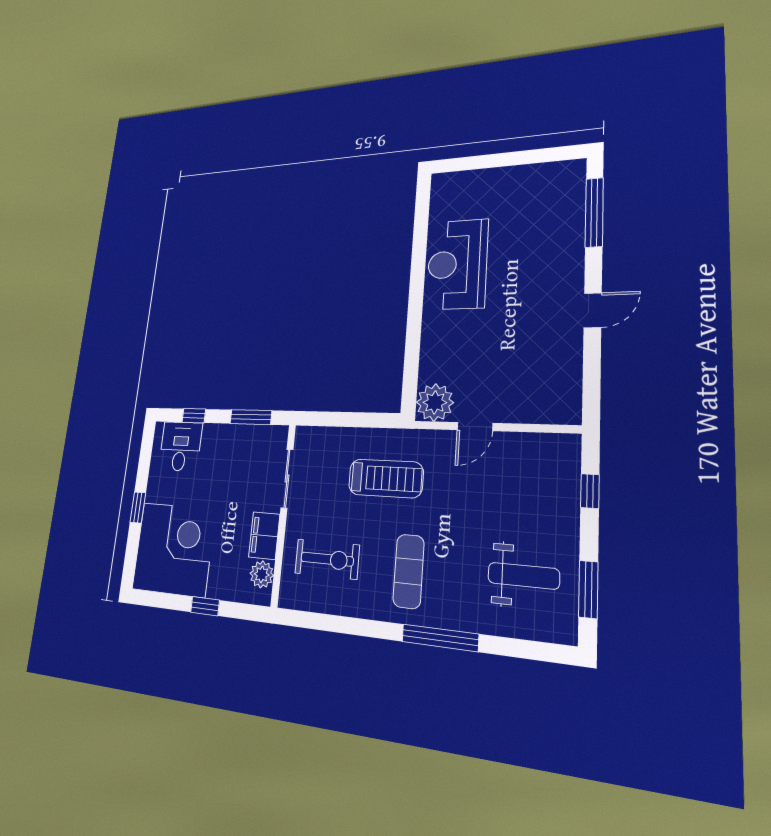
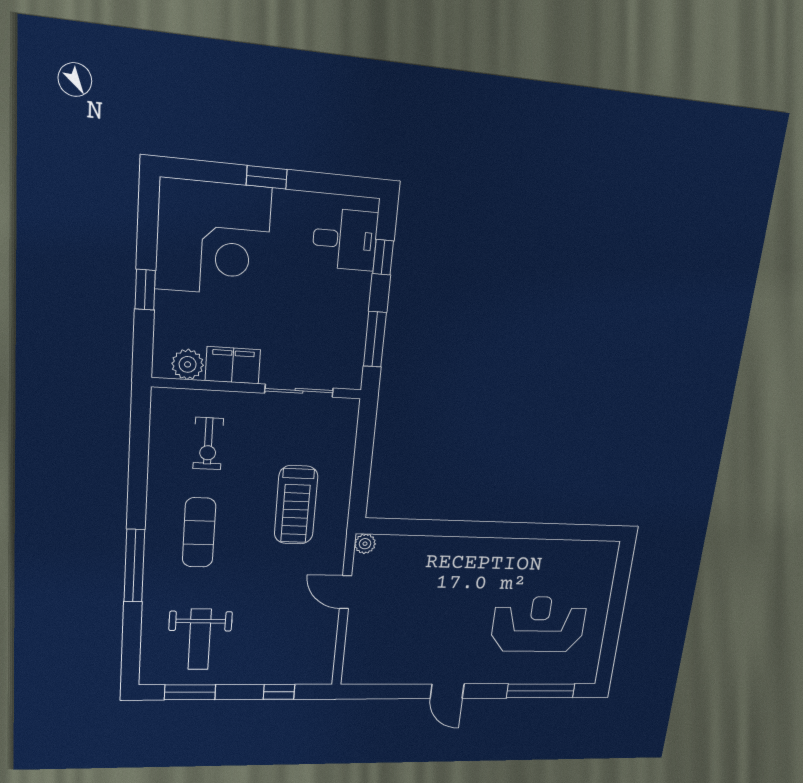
reception desk: (457, 264) -> (539, 624), moved
plant: (435, 402) -> (365, 544), width x0.53, depth x0.53
exercise bike: (327, 559) -> (208, 444), width x0.73, depth x0.72
exercise mat: (409, 571) -> (199, 533), turned 90

